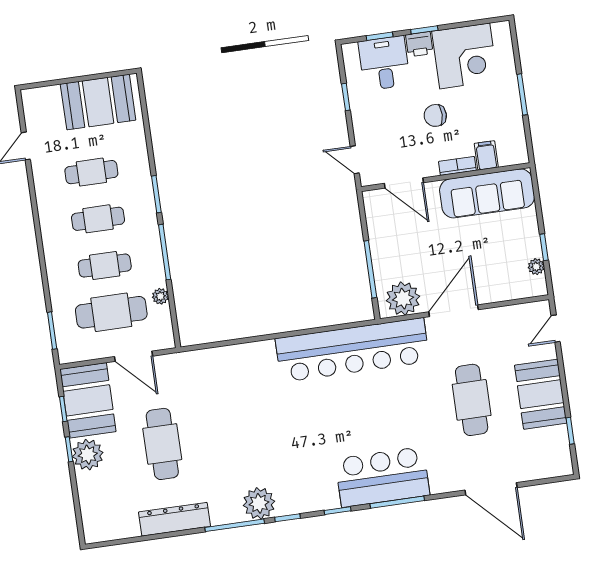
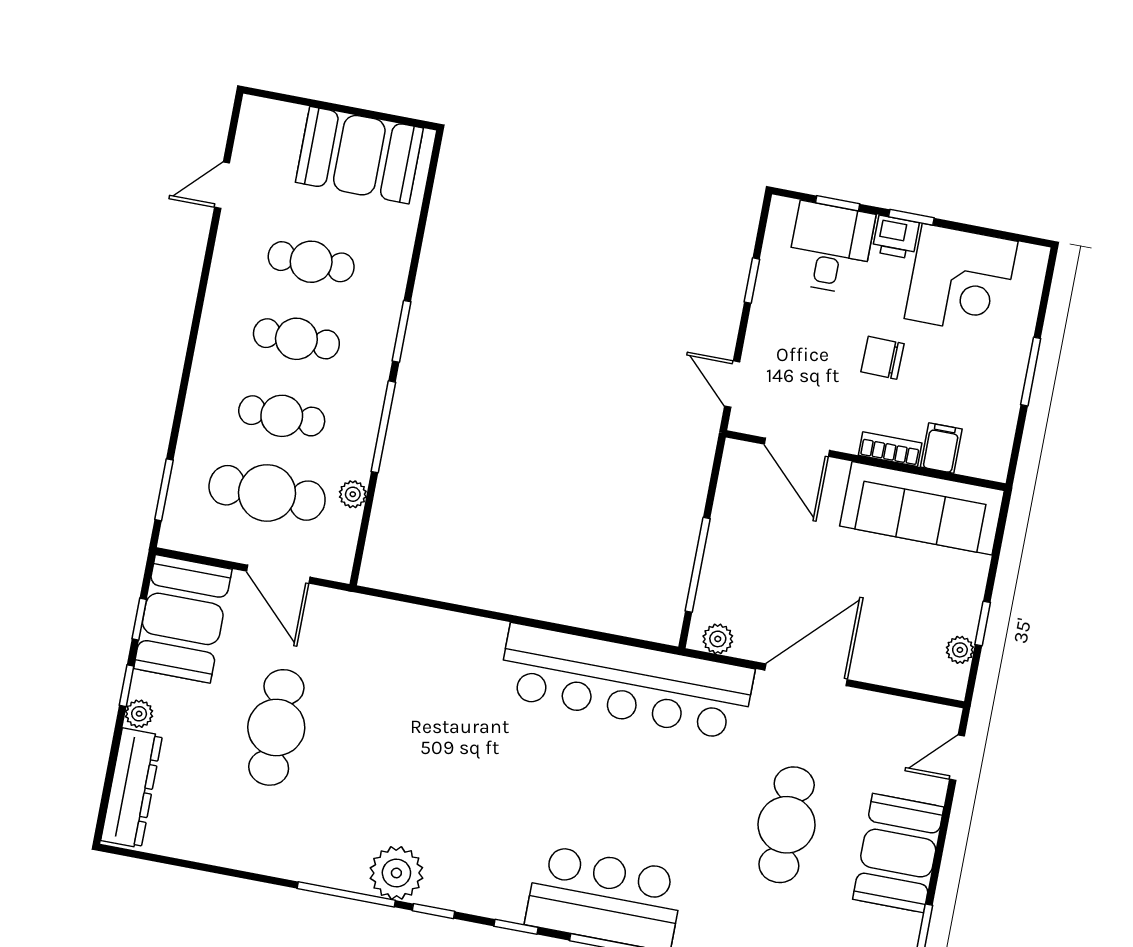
plant: (403, 299) -> (718, 639), width x0.53, depth x0.53
plant: (88, 455) -> (139, 714), width x0.53, depth x0.53
dresser: (174, 519) -> (132, 788), moved, turned 90

